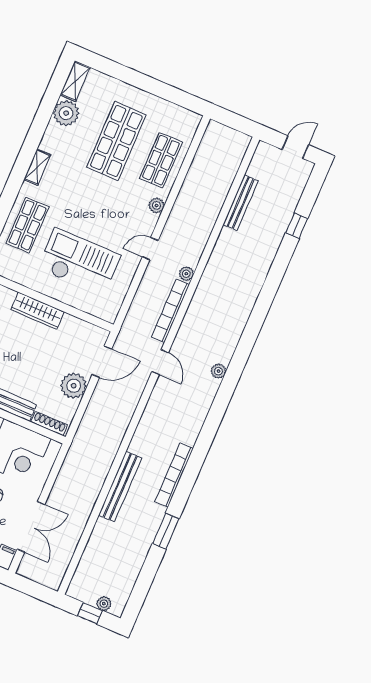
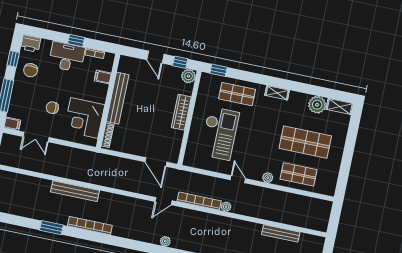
plant: (74, 386) -> (136, 146), removed
double door: (31, 527) -> (36, 137), width x0.73

